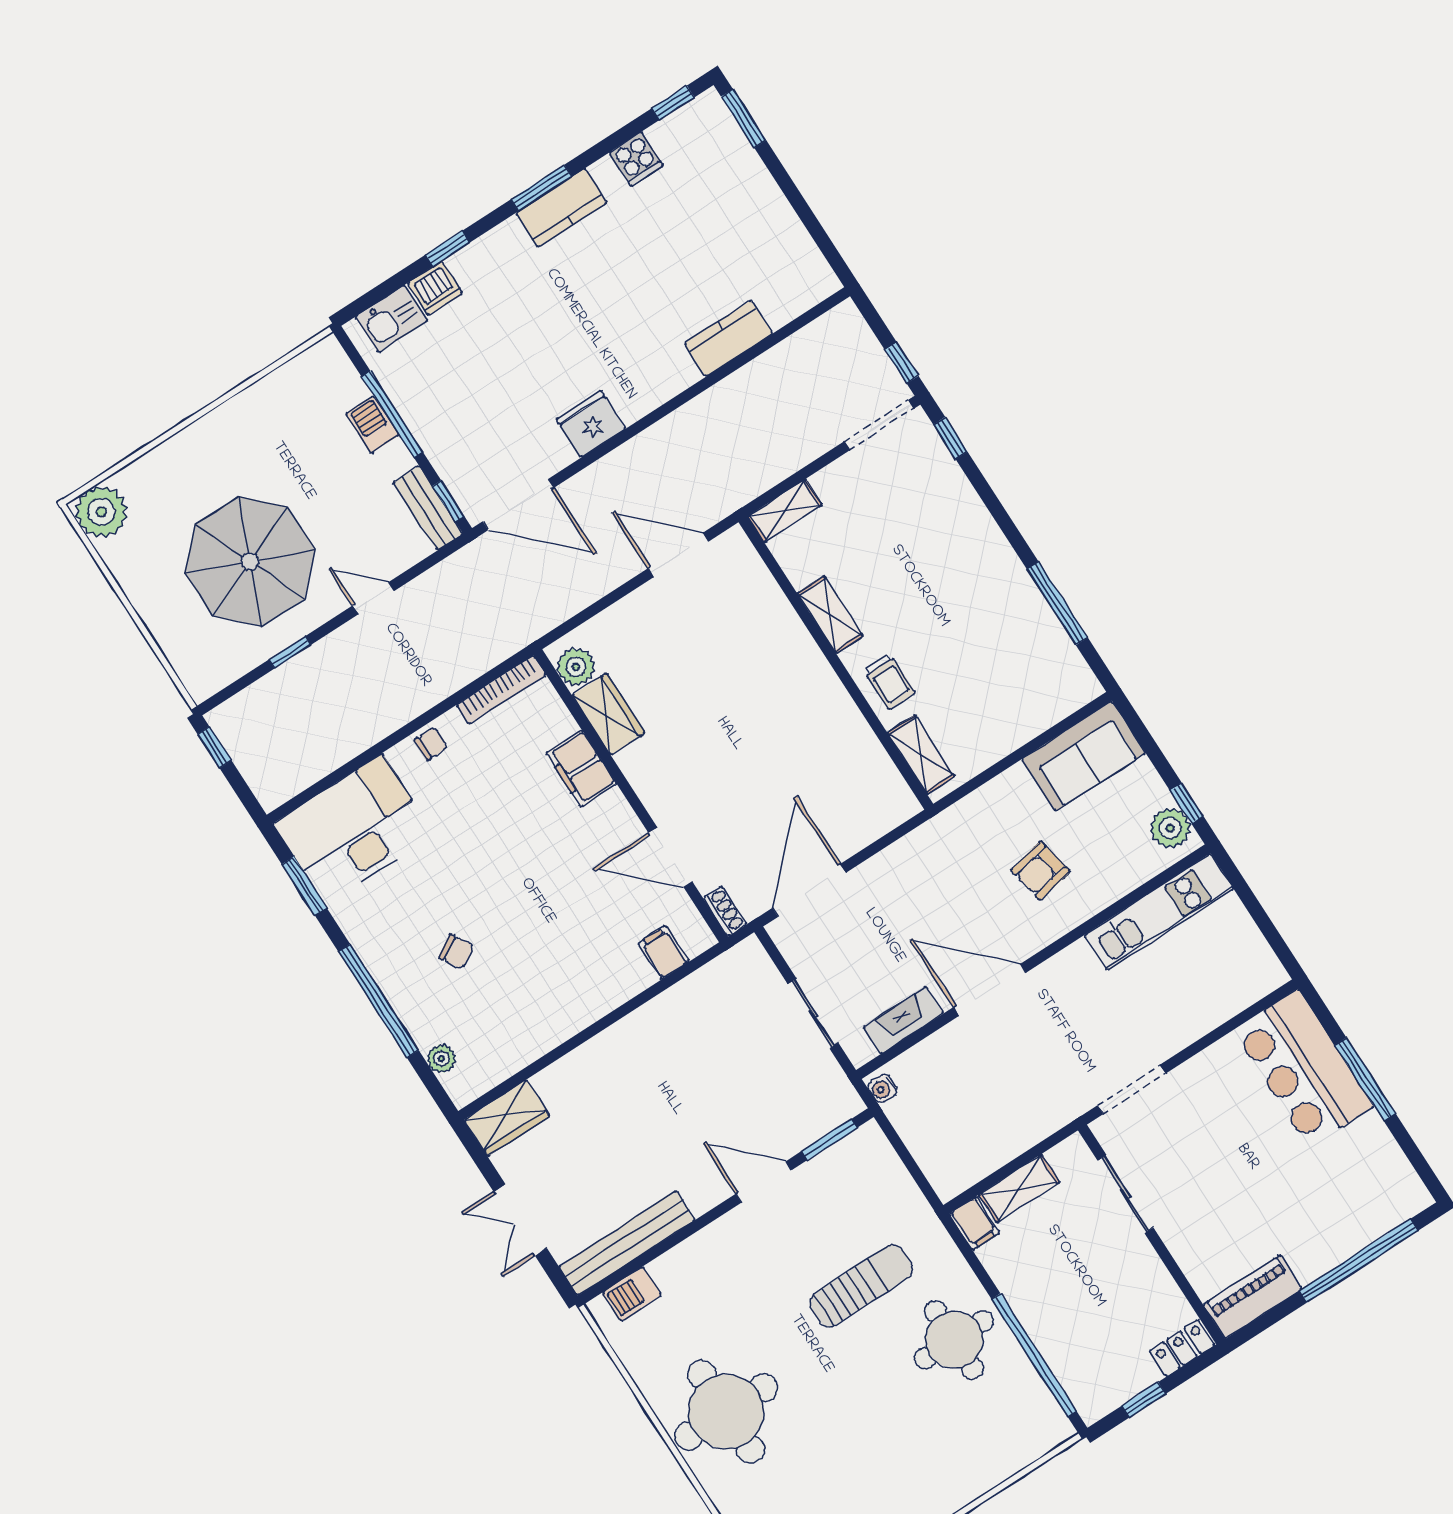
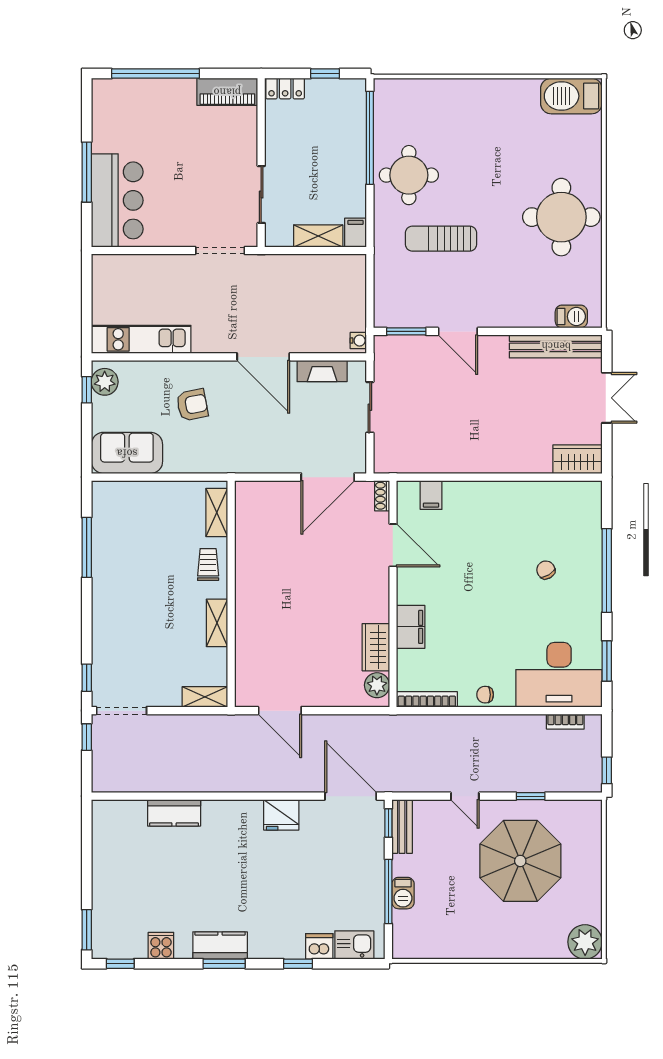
bookcase: (307, 775) -> (565, 722), added
plant: (441, 1059) -> (593, 516), removed

